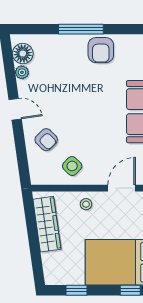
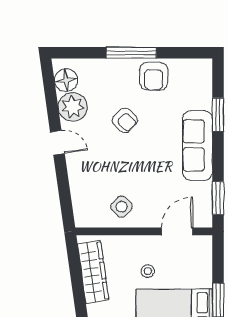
plant: (22, 72) -> (73, 107), width x1.87, depth x1.87
armchair: (46, 140) -> (125, 120), moved
stool: (86, 204) -> (148, 271), moved

